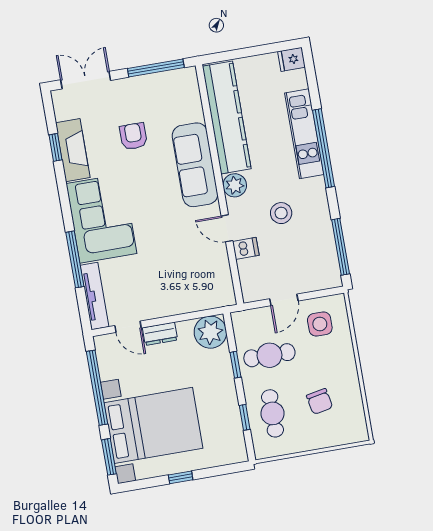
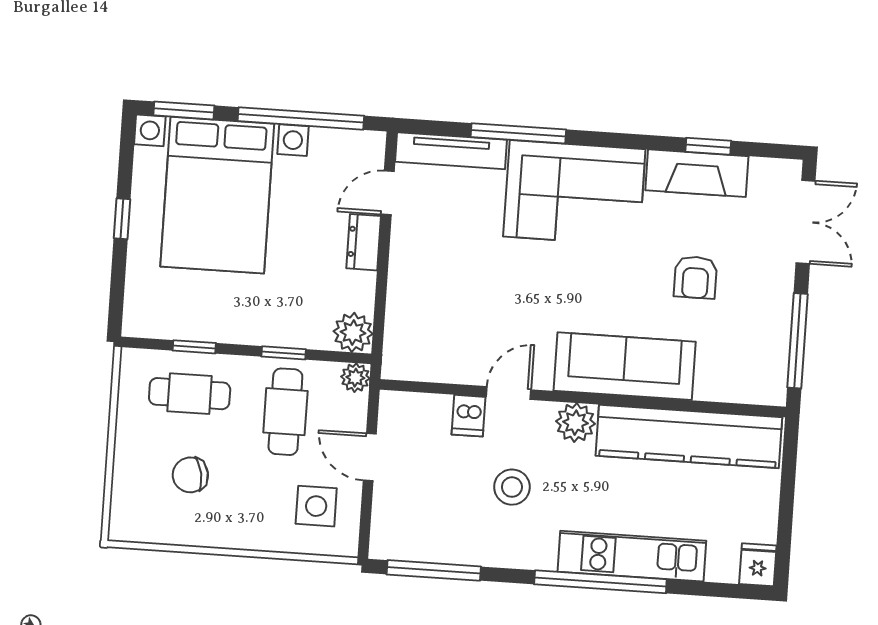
armchair: (133, 136) -> (695, 277), turned 90
plant: (240, 319) -> (355, 378), added
plant: (210, 332) -> (353, 332), width x0.73, depth x0.73

